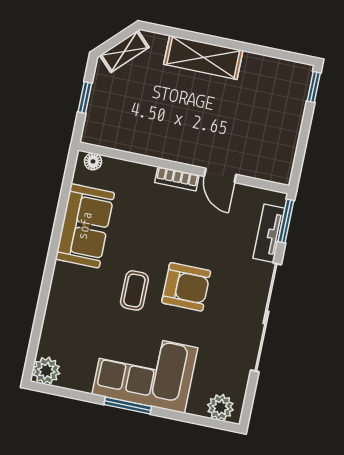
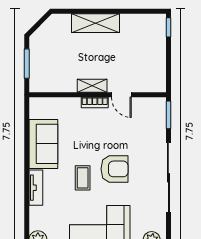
shelving: (124, 51) -> (92, 86), moved, turned 45
window: (85, 97) -> (27, 64), width x1.50
floor lamp: (93, 161) -> (40, 103), removed
tv unit: (269, 233) -> (36, 188), moved, turned 180

